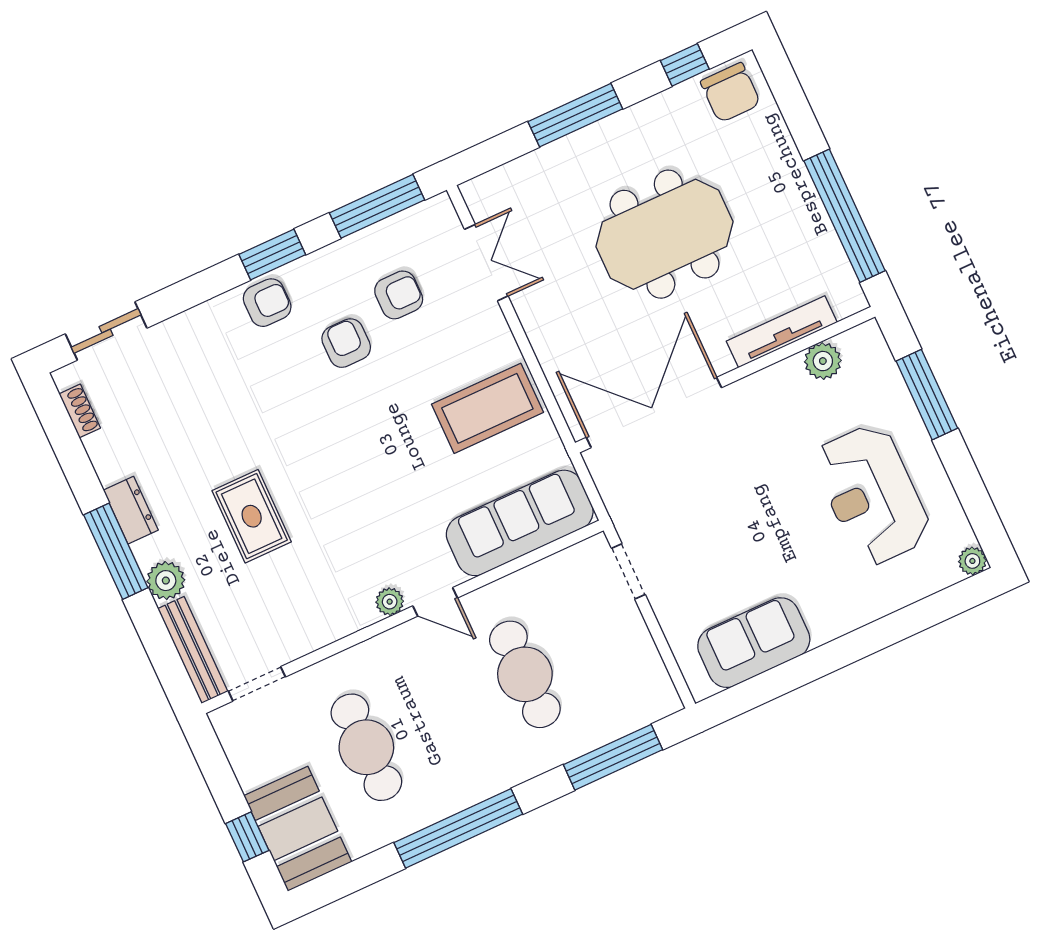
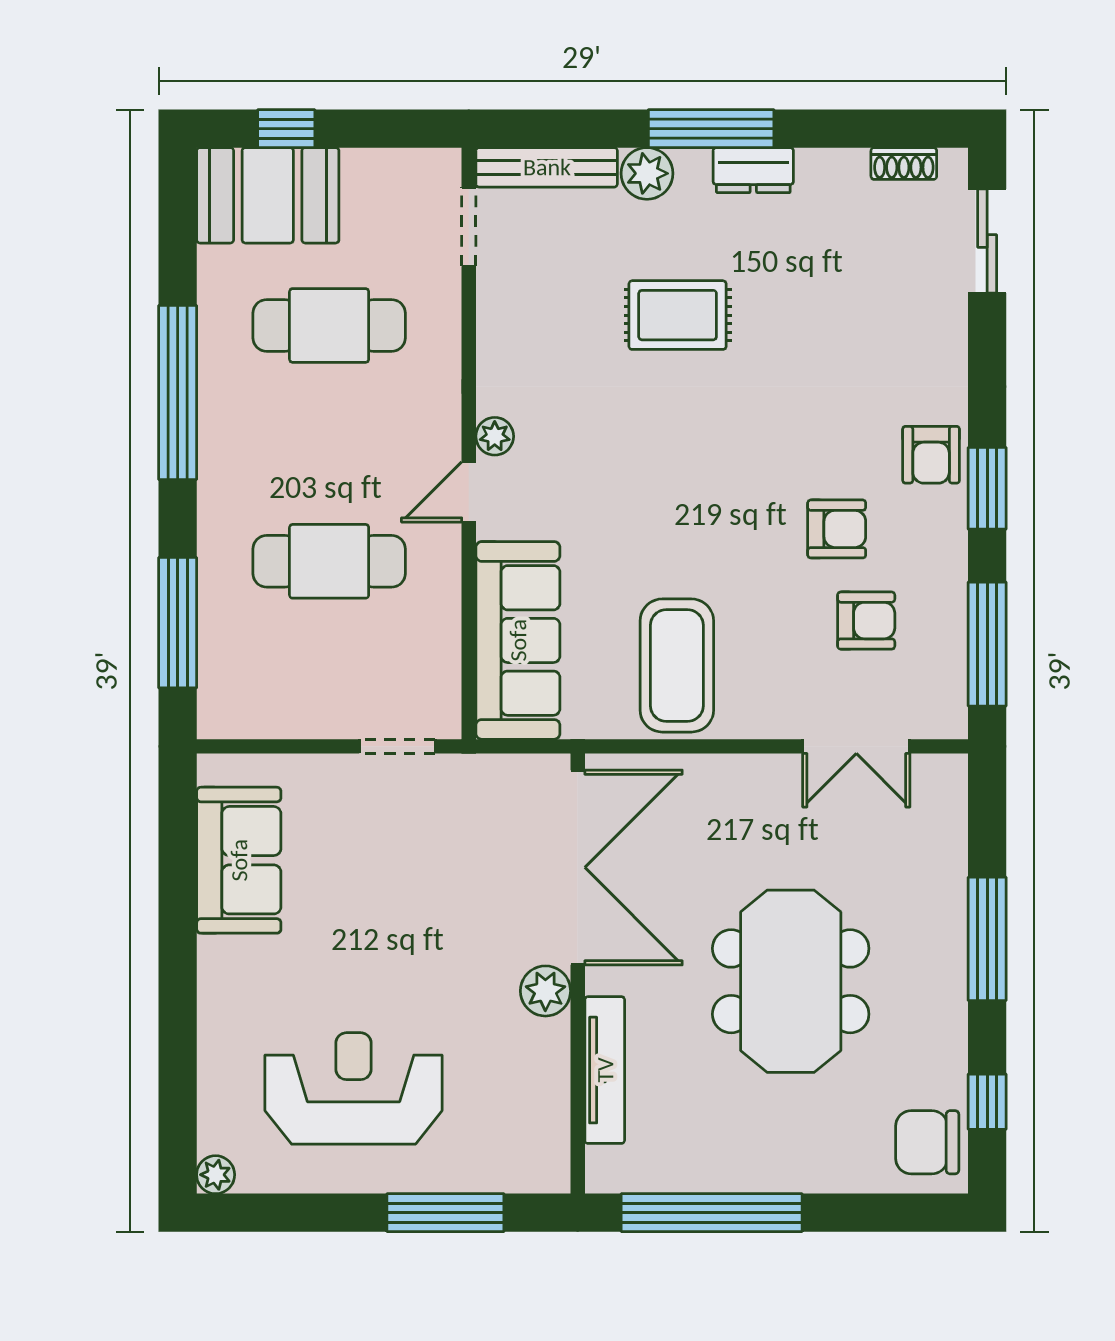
armchair: (399, 295) -> (866, 621), turned -90
plant: (823, 361) -> (545, 991), moved

